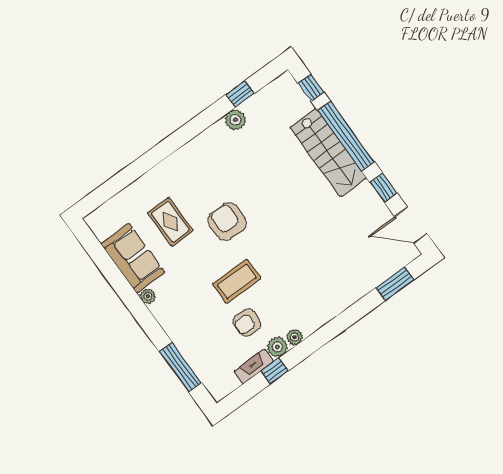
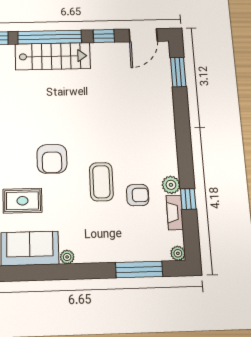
armchair: (227, 222) -> (52, 159), turned -90
armchair: (247, 323) -> (138, 195), turned -90
plant: (295, 337) -> (178, 253), moved

